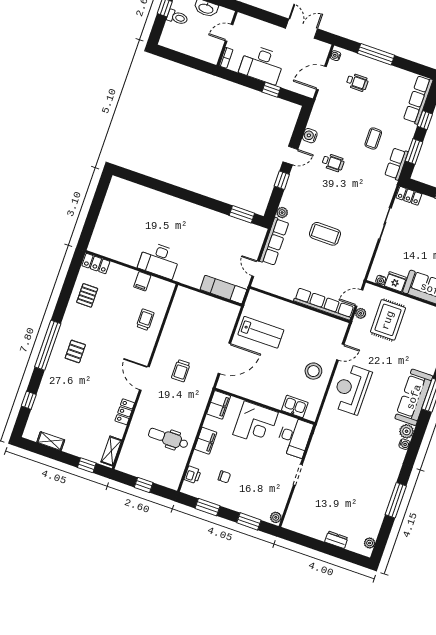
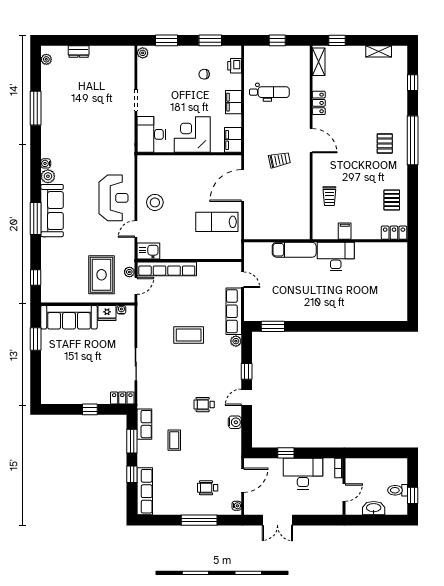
exam couch: (223, 290) -> (294, 250), moved
trolley: (181, 371) -> (279, 160), turned 78
kitchen sink: (295, 406) -> (148, 251), moved, turned 180

